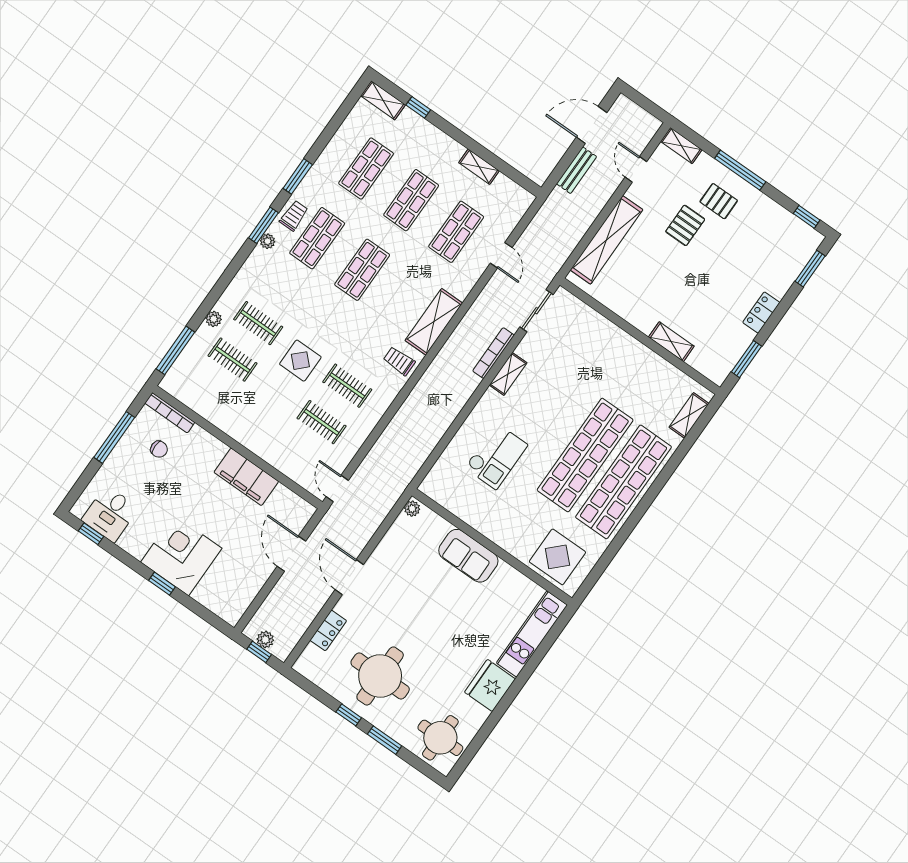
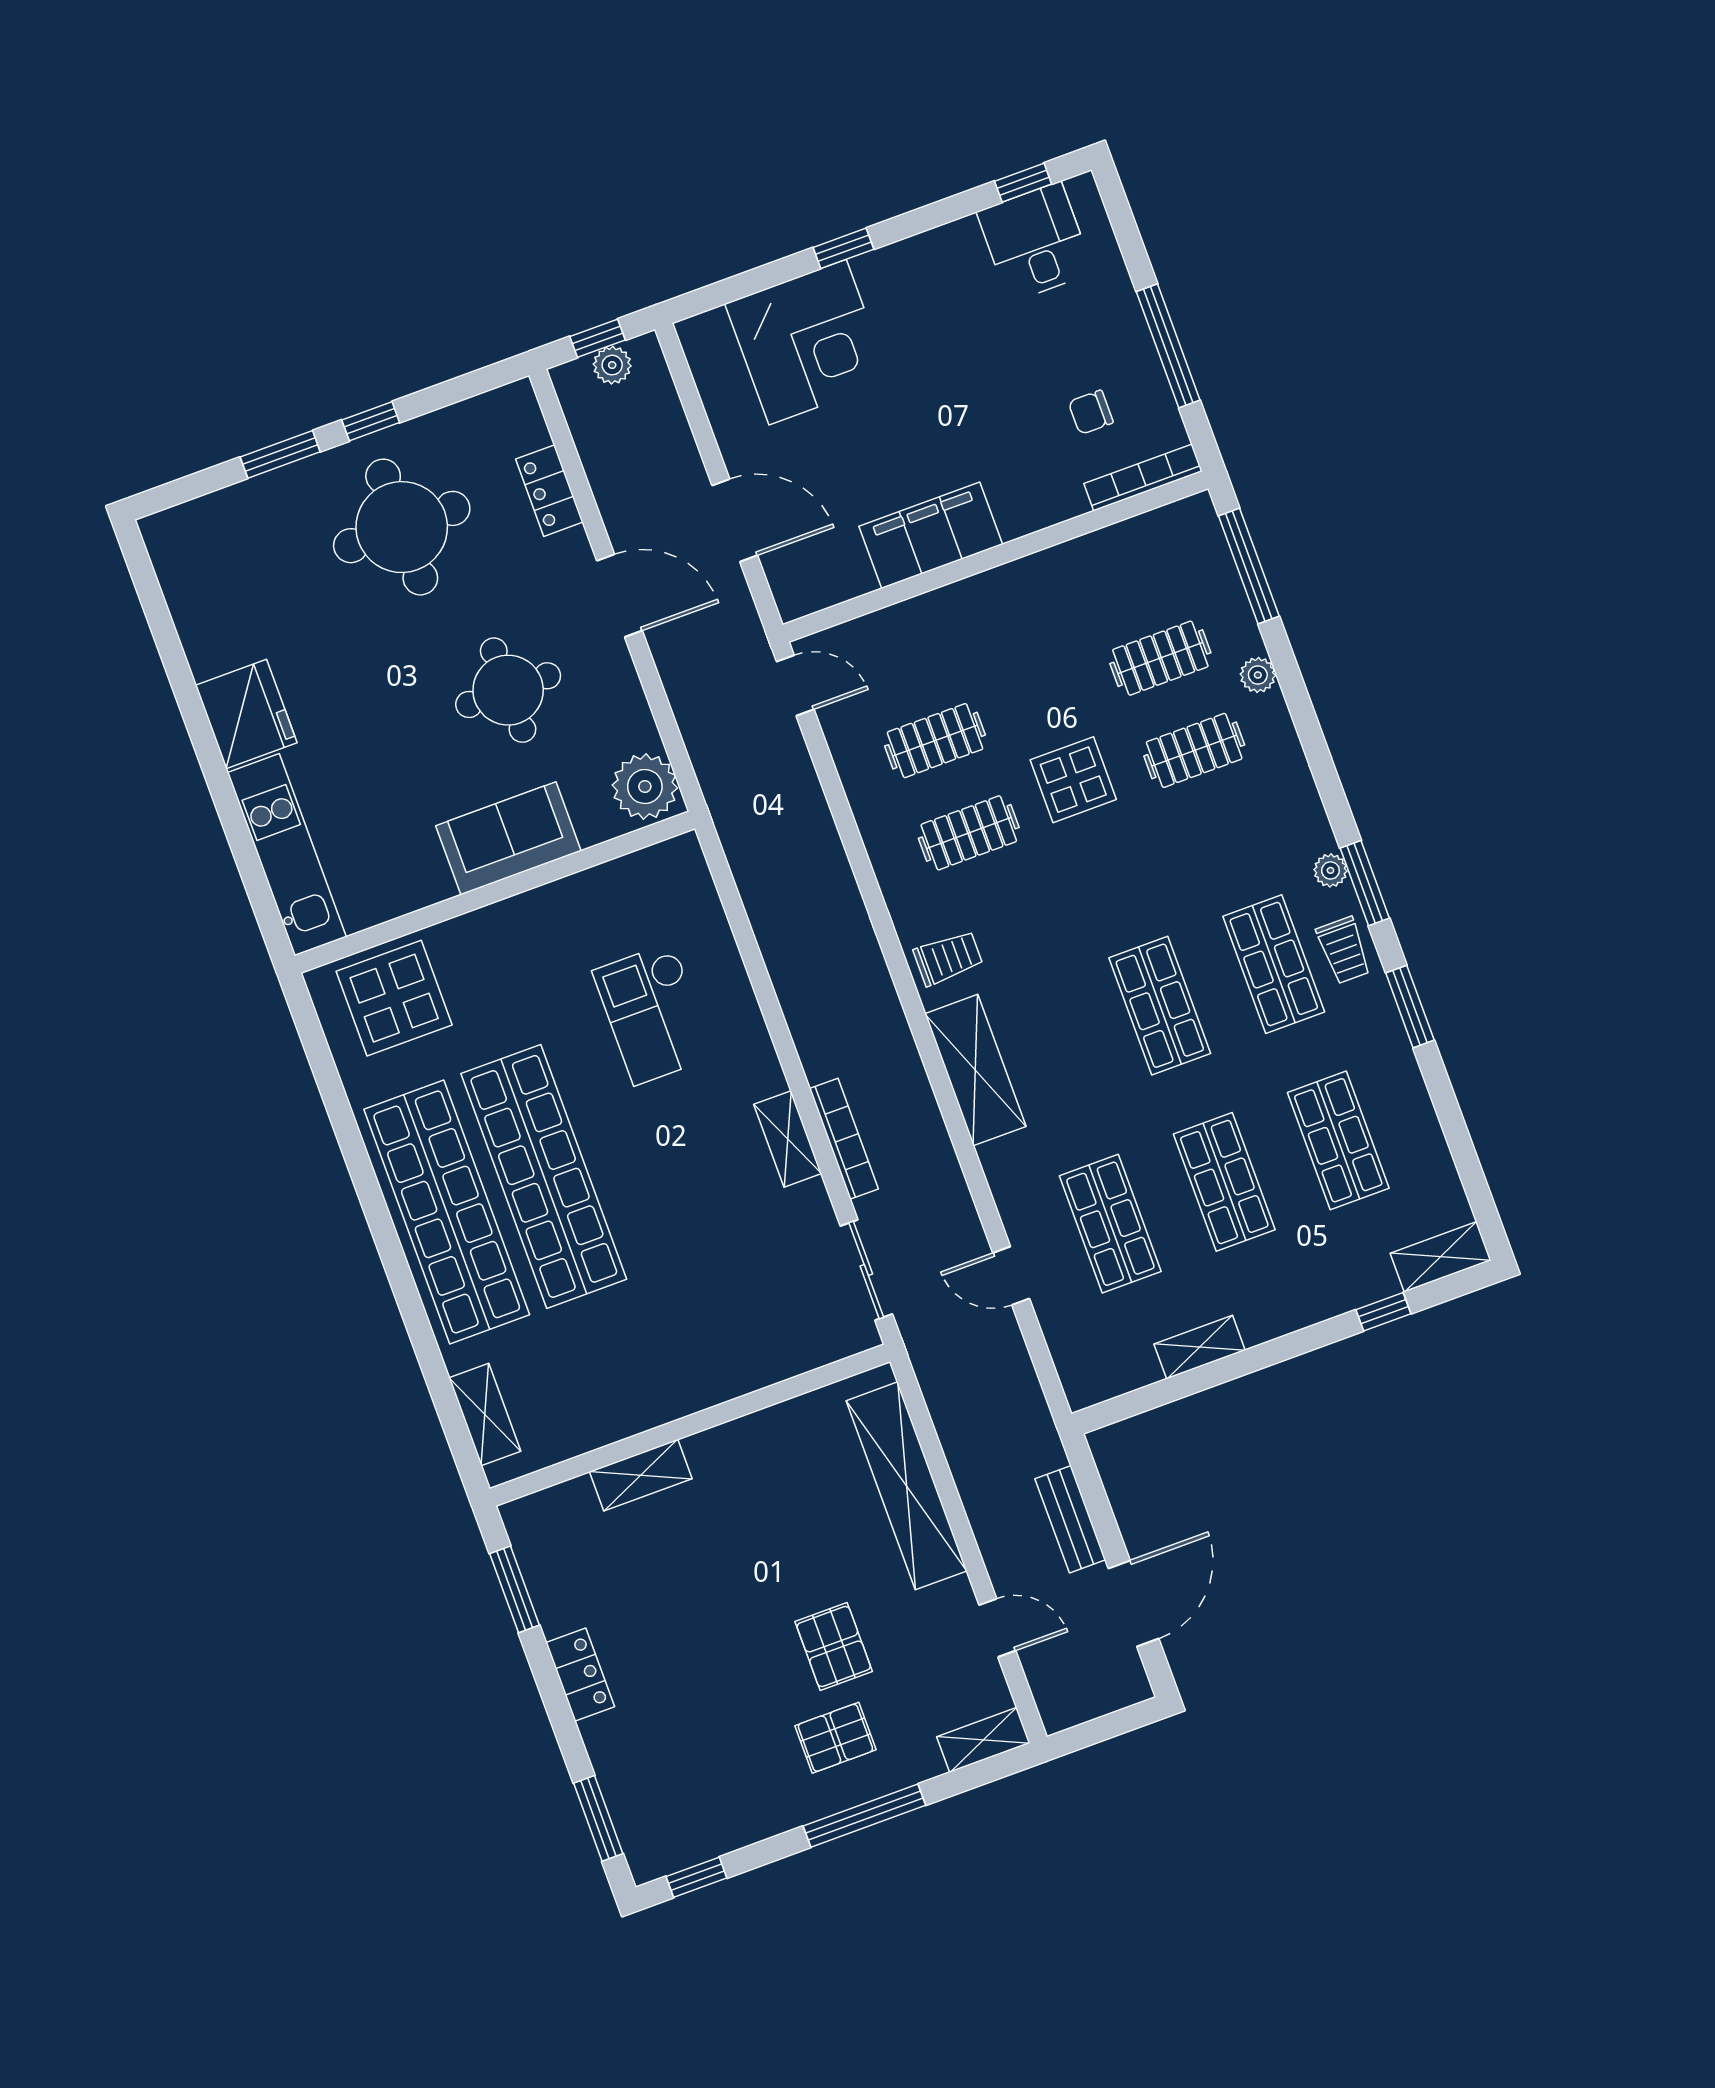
plant: (412, 509) -> (645, 787), width x1.88, depth x1.88
corner desk: (181, 555) -> (808, 342), moved
round table: (440, 738) -> (508, 690), moved

